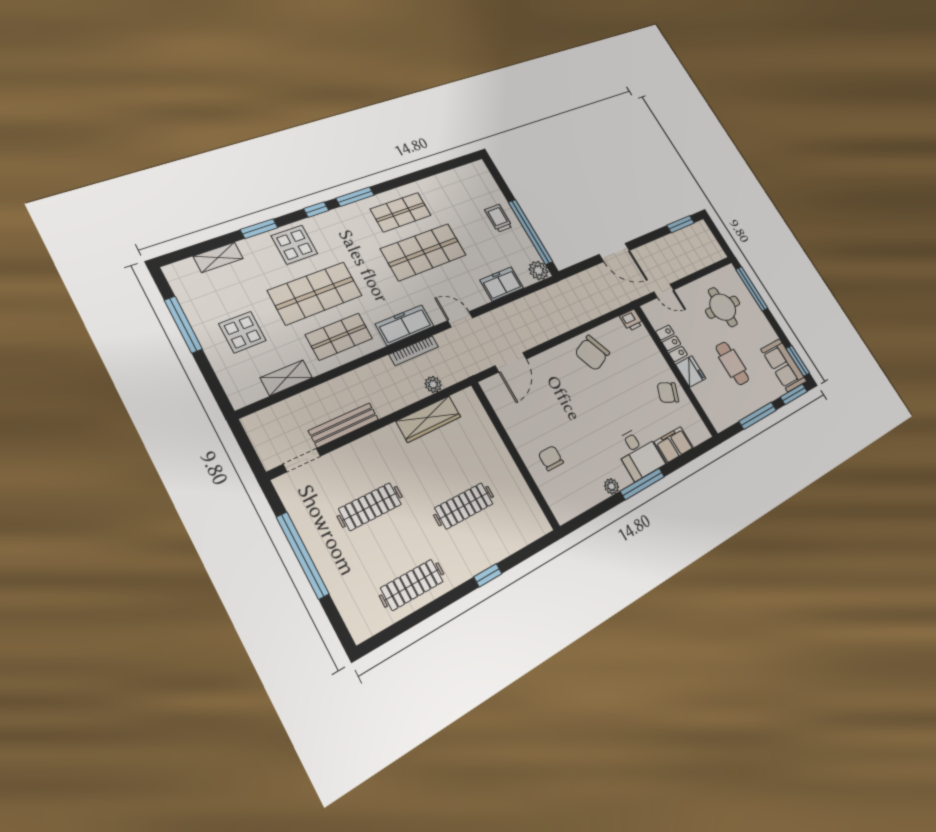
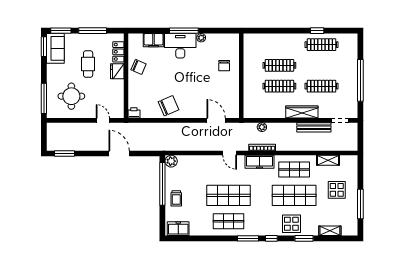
freezer: (502, 284) -> (178, 229), moved, turned 180
locker: (671, 343) -> (118, 52), moved
door: (511, 362) -> (216, 120), hinge flipped
wardrobe: (429, 419) -> (302, 112), moved
desk: (639, 453) -> (180, 46), width x1.37
clothes rail: (444, 469) -> (279, 86), added
window: (488, 575) -> (317, 31), moved

